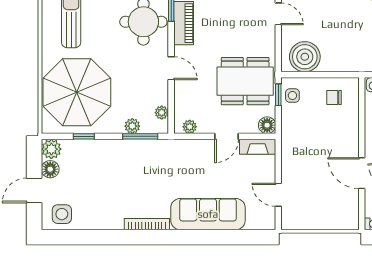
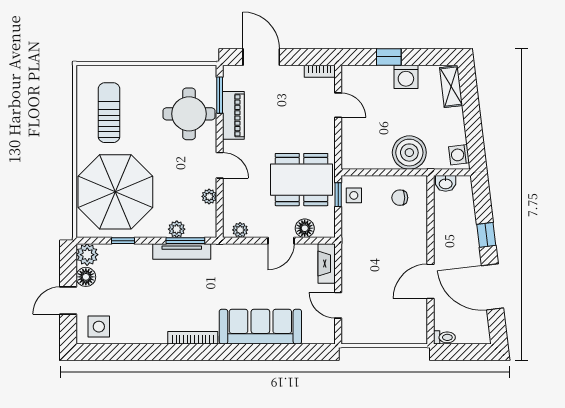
boiler: (305, 57) -> (409, 153), moved
plant: (162, 113) -> (209, 196), moved
floor lamp: (267, 125) -> (305, 228), moved
tv unit: (137, 146) -> (182, 252), added
fireplace: (258, 147) -> (327, 264), moved, turned 90
door: (362, 173) -> (430, 281), hinge flipped

